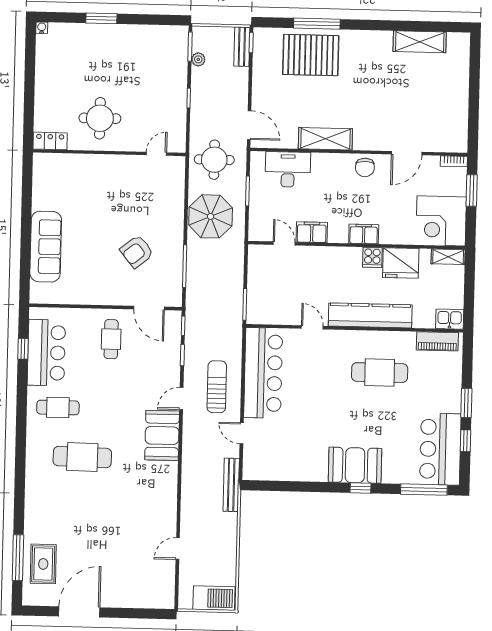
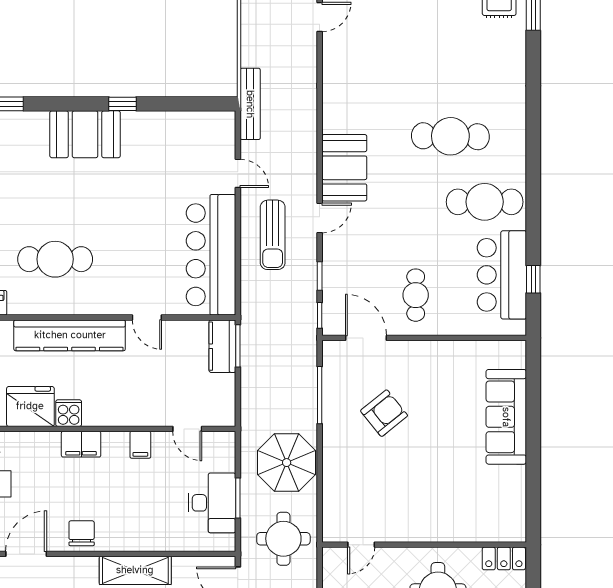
desk: (288, 169) -> (212, 503), moved, turned -90
filing cabinet: (312, 232) -> (140, 445), width x0.50
kitchen counter: (256, 305) -> (222, 346), added
cafe table: (58, 408) -> (485, 202), width x1.37, depth x1.35
window: (361, 488) -> (123, 104), moved

